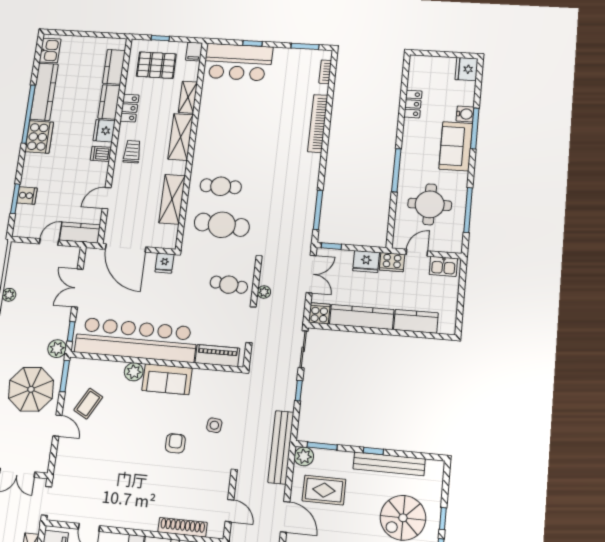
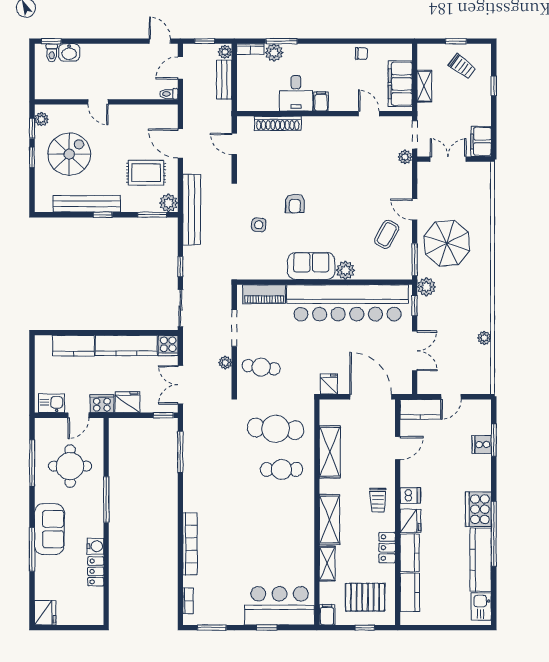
water cooler: (465, 114) -> (95, 546), moved, turned 180
plant: (59, 479) -> (405, 157), added

